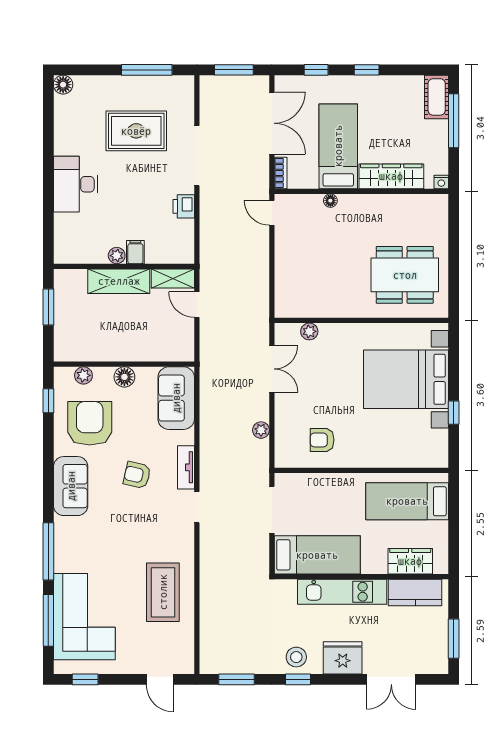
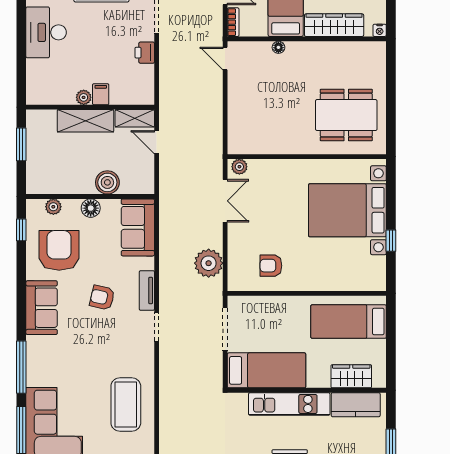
plant: (309, 331) -> (239, 167), moved
boiler: (143, 349) -> (107, 182), added
plant: (261, 430) -> (209, 263), width x1.88, depth x1.88

